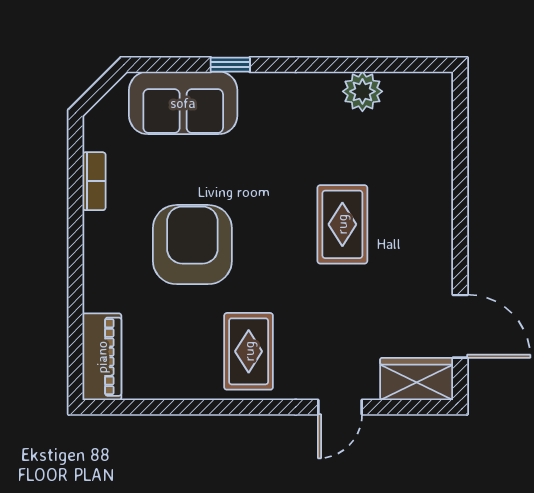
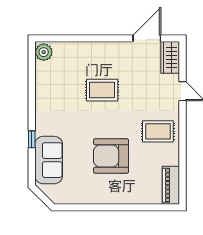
plant: (362, 91) -> (44, 52), moved
bookcase: (94, 181) -> (83, 199), removed
piano: (102, 357) -> (171, 185), moved, turned -90

